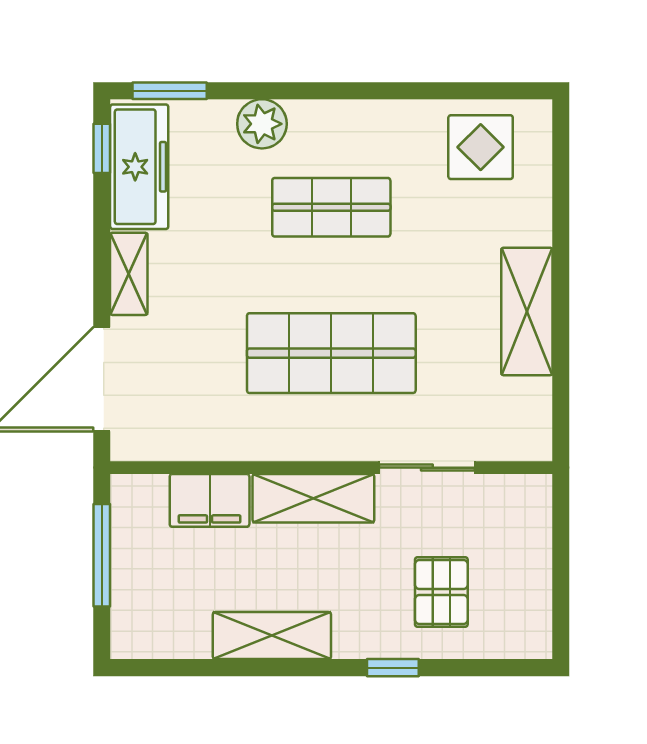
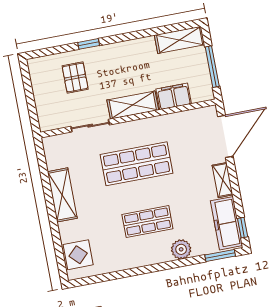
display table: (481, 147) -> (78, 255), moved
shelving: (272, 636) -> (180, 40), moved

